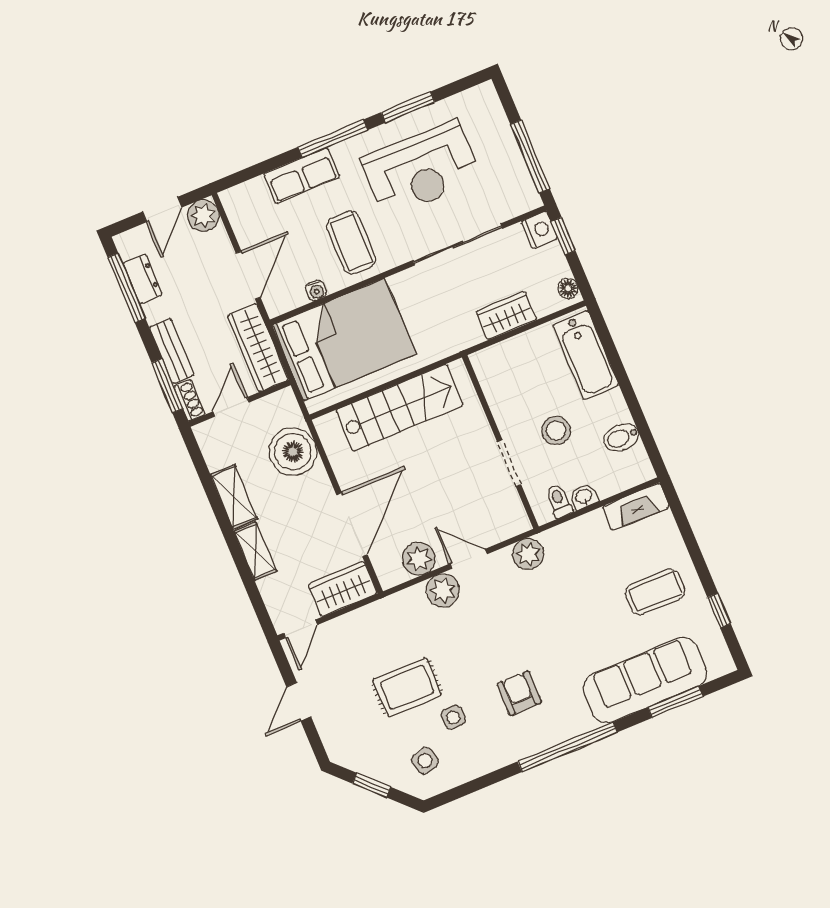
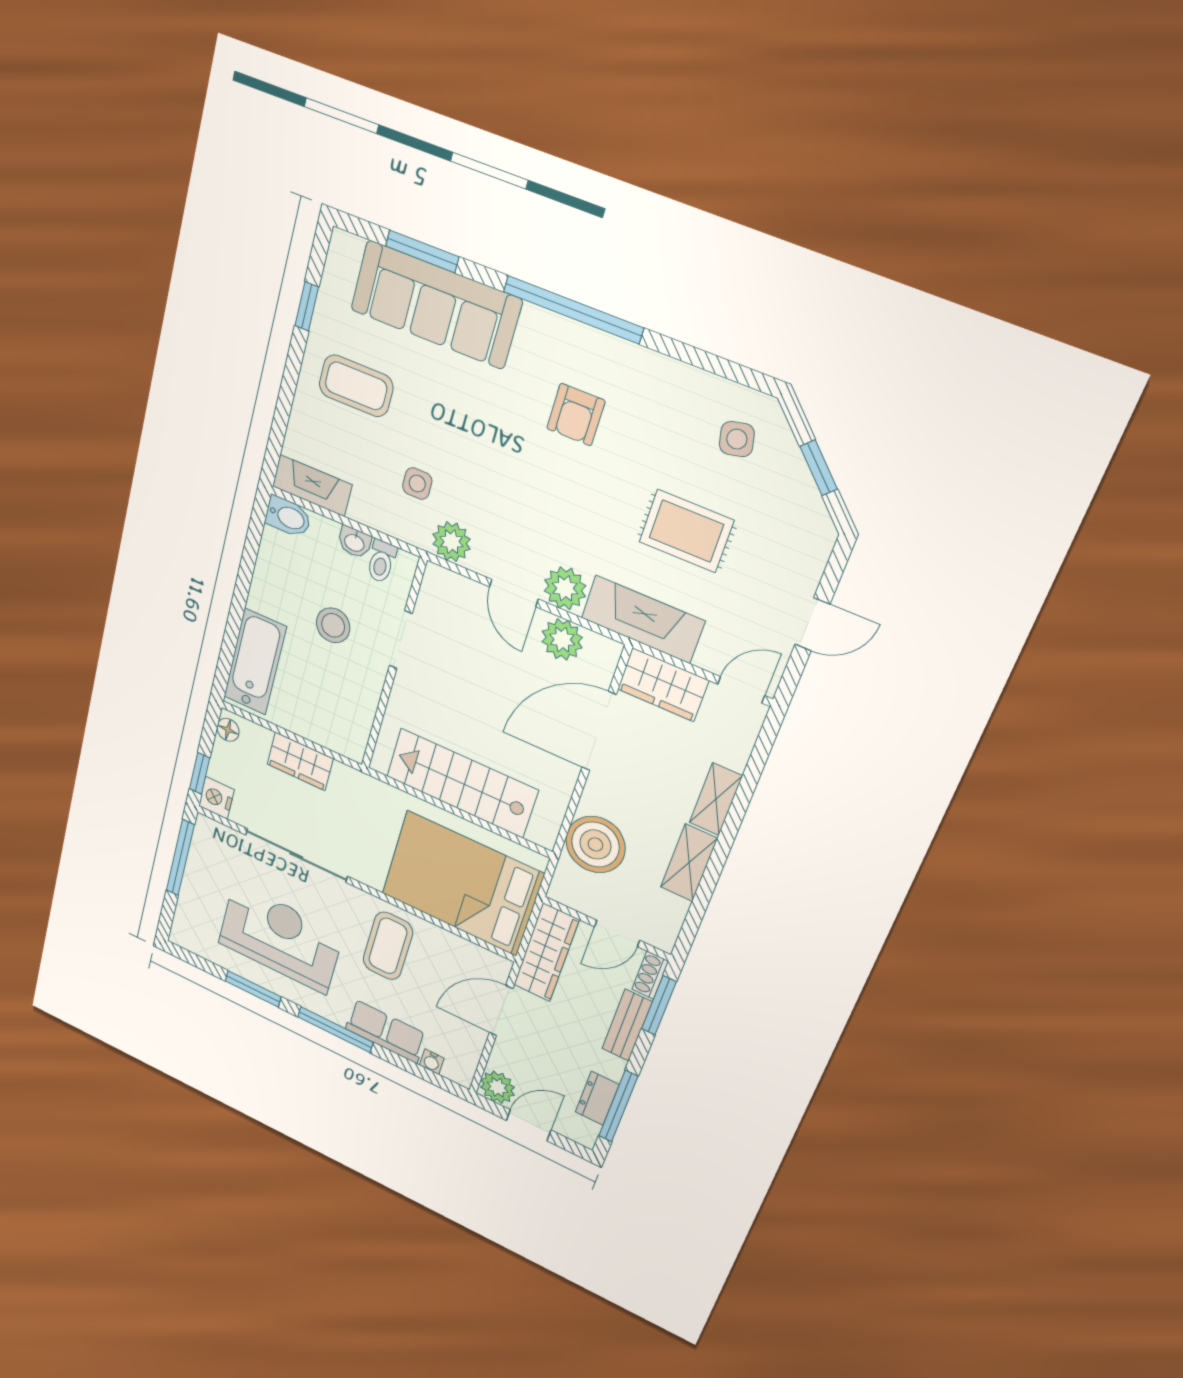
water cooler: (316, 290) -> (432, 1062), moved, turned 180
bidet: (621, 437) -> (288, 517), moved
fireplace: (386, 615) -> (643, 619), added
side table: (453, 717) -> (417, 484), moved

